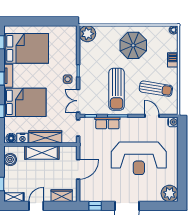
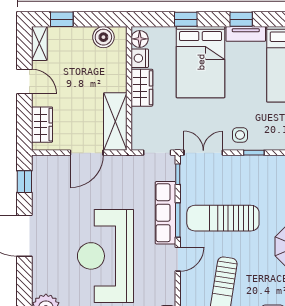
door: (152, 116) -> (178, 259), moved
row of seats: (107, 123) -> (165, 213), width x1.48
wardrobe: (45, 137) -> (142, 88), width x0.67
shelving: (42, 153) -> (115, 122), moved
door: (78, 169) -> (87, 153), hinge flipped

